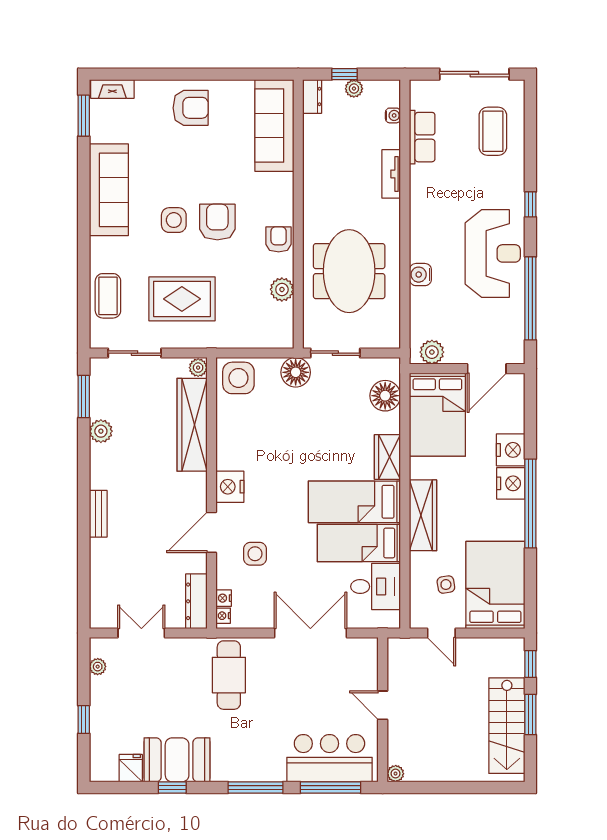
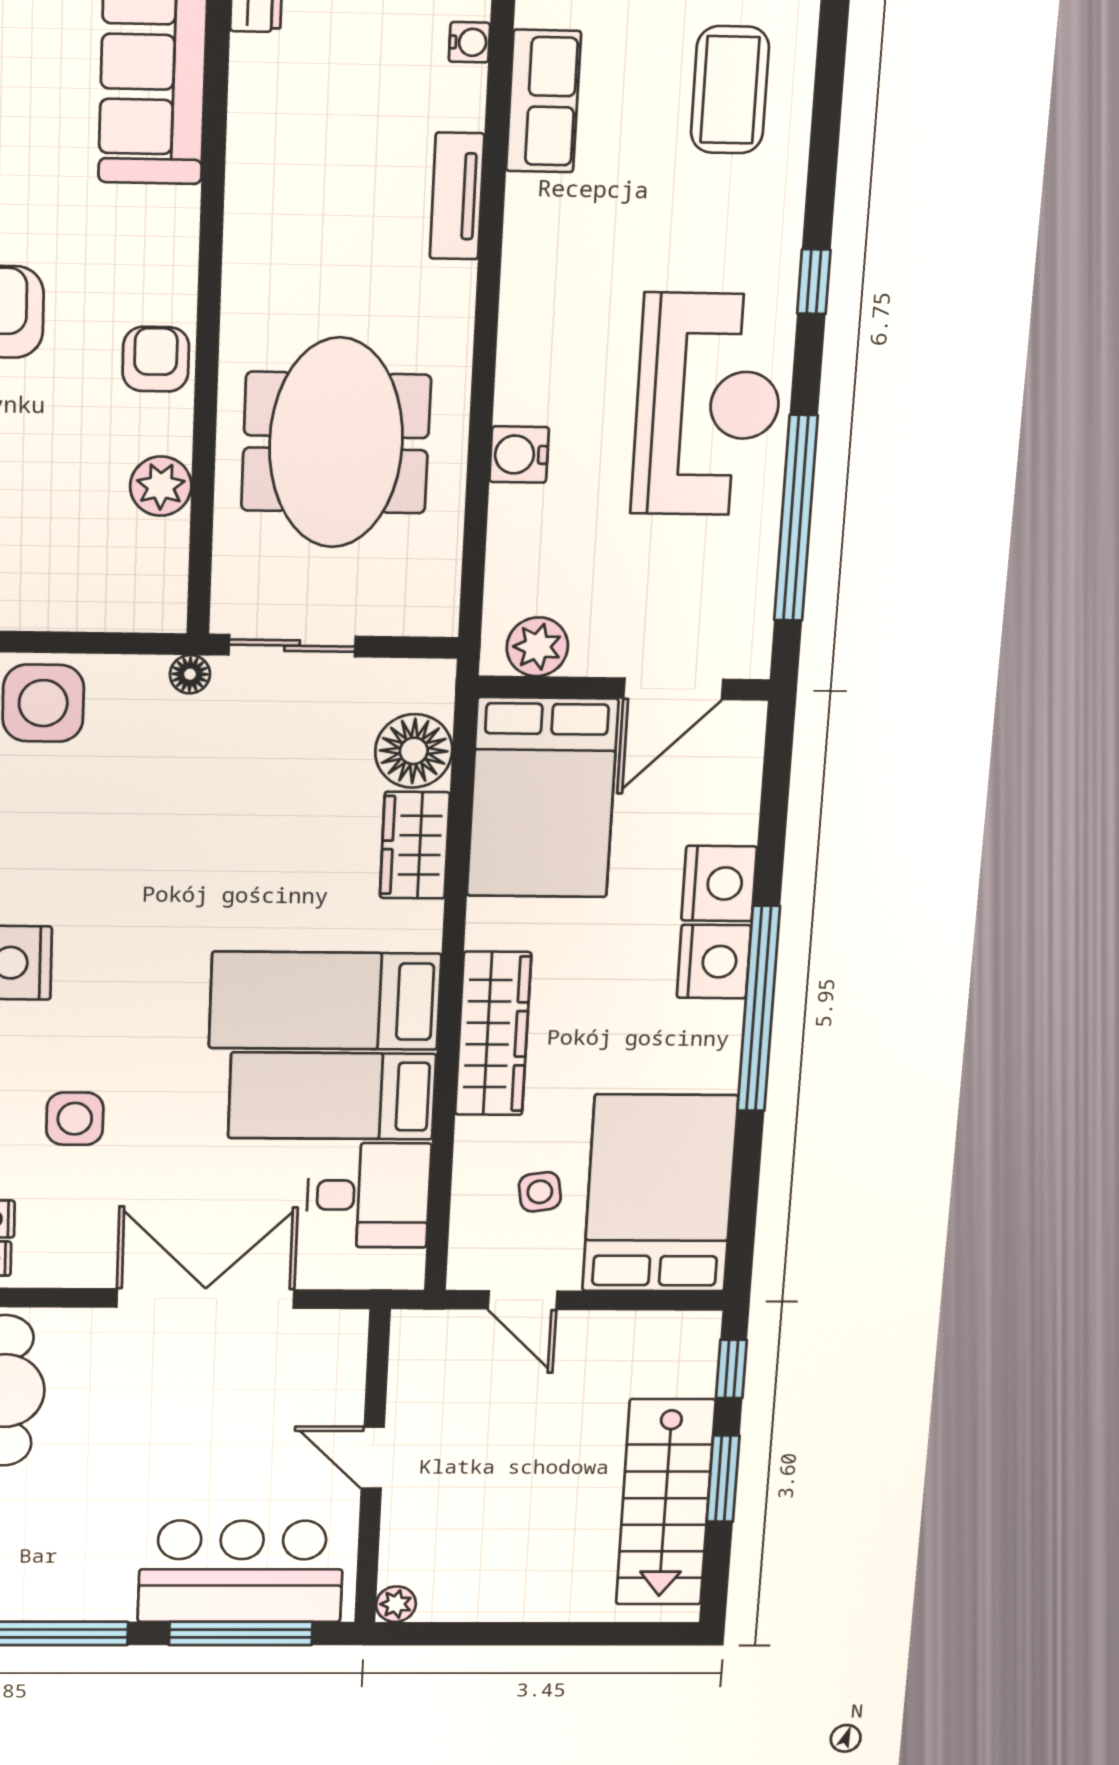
floor lamp: (296, 372) -> (190, 674), width x0.53, depth x0.53
wardrobe: (387, 457) -> (415, 845), moved

